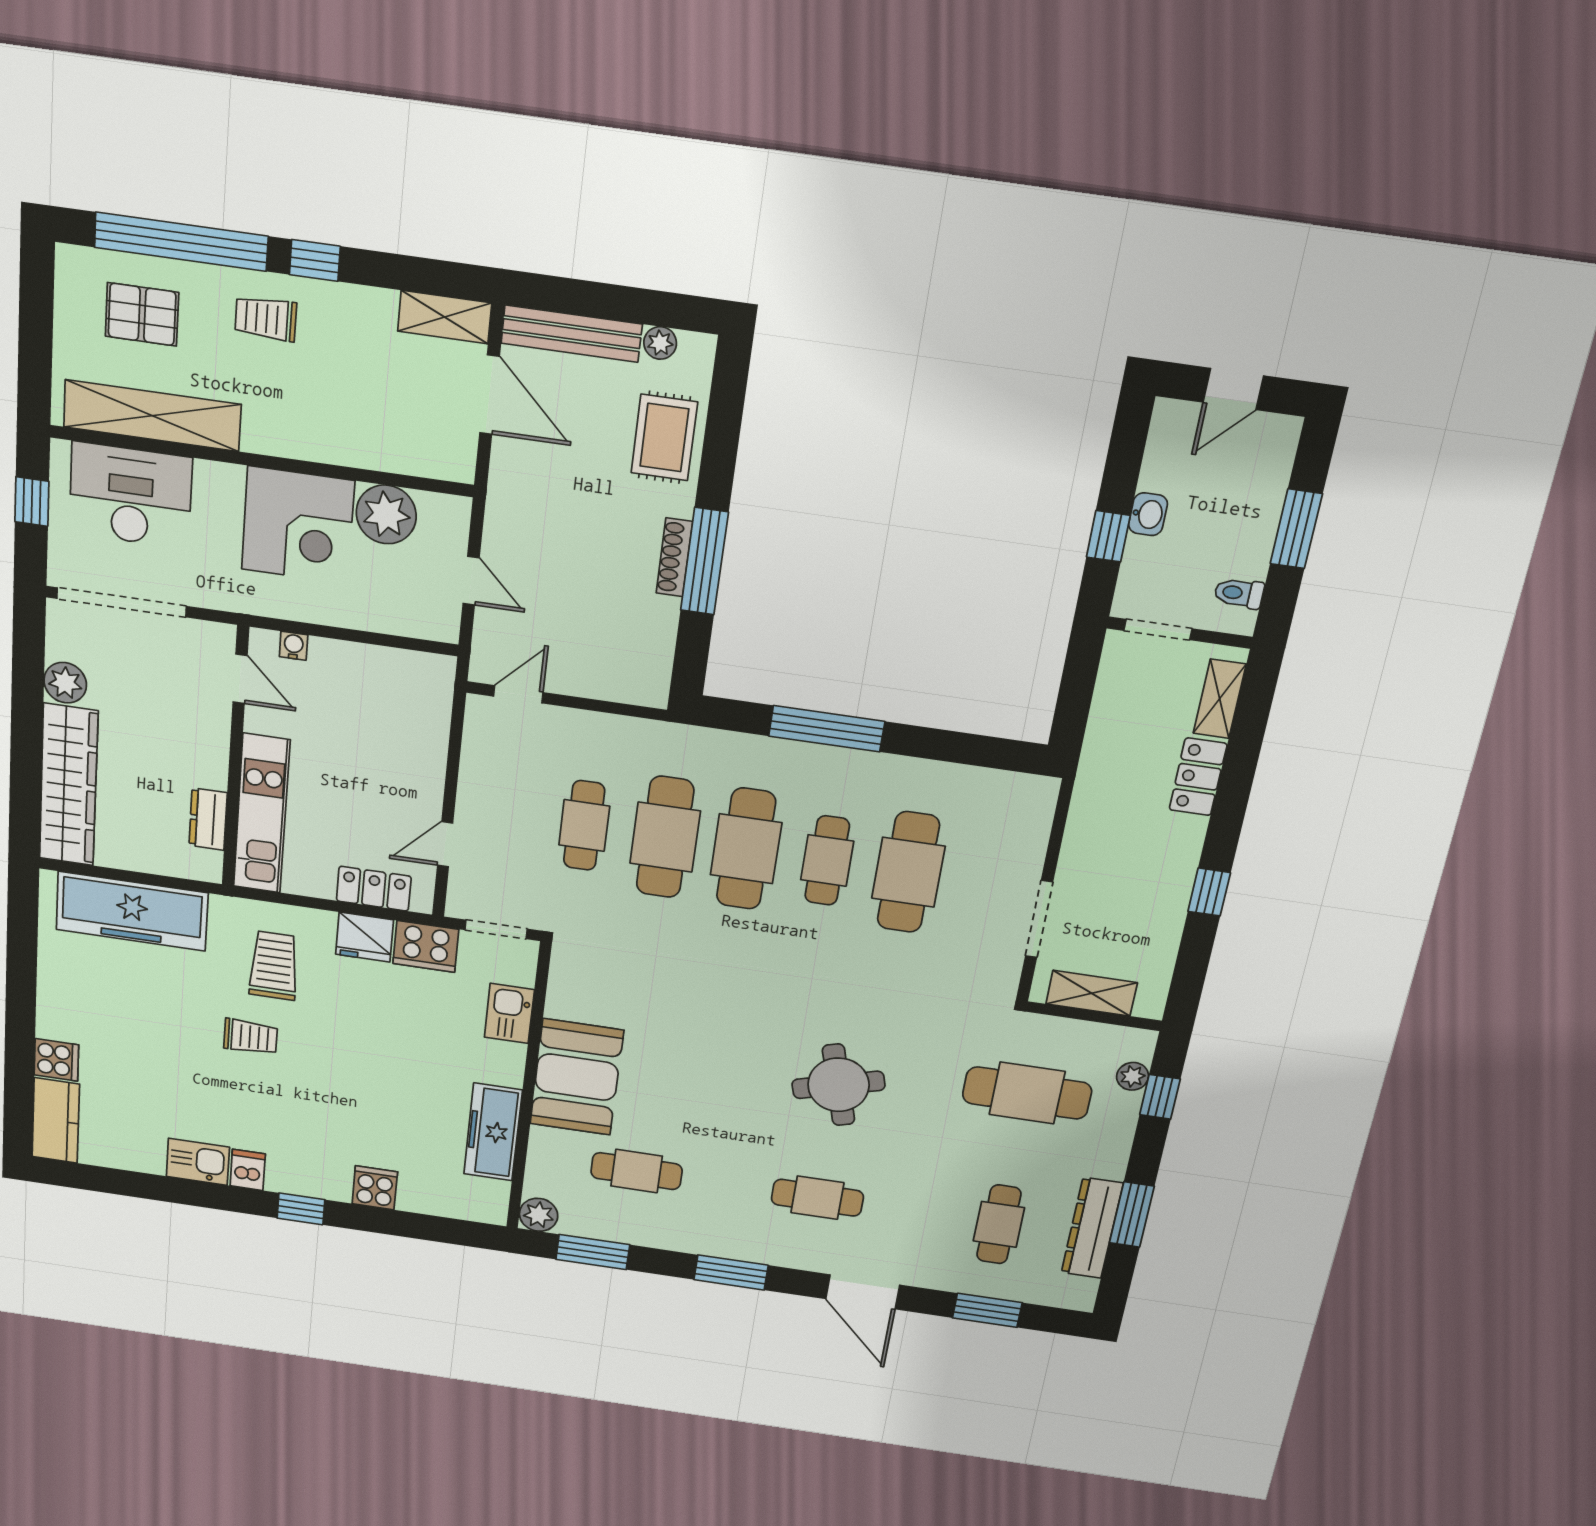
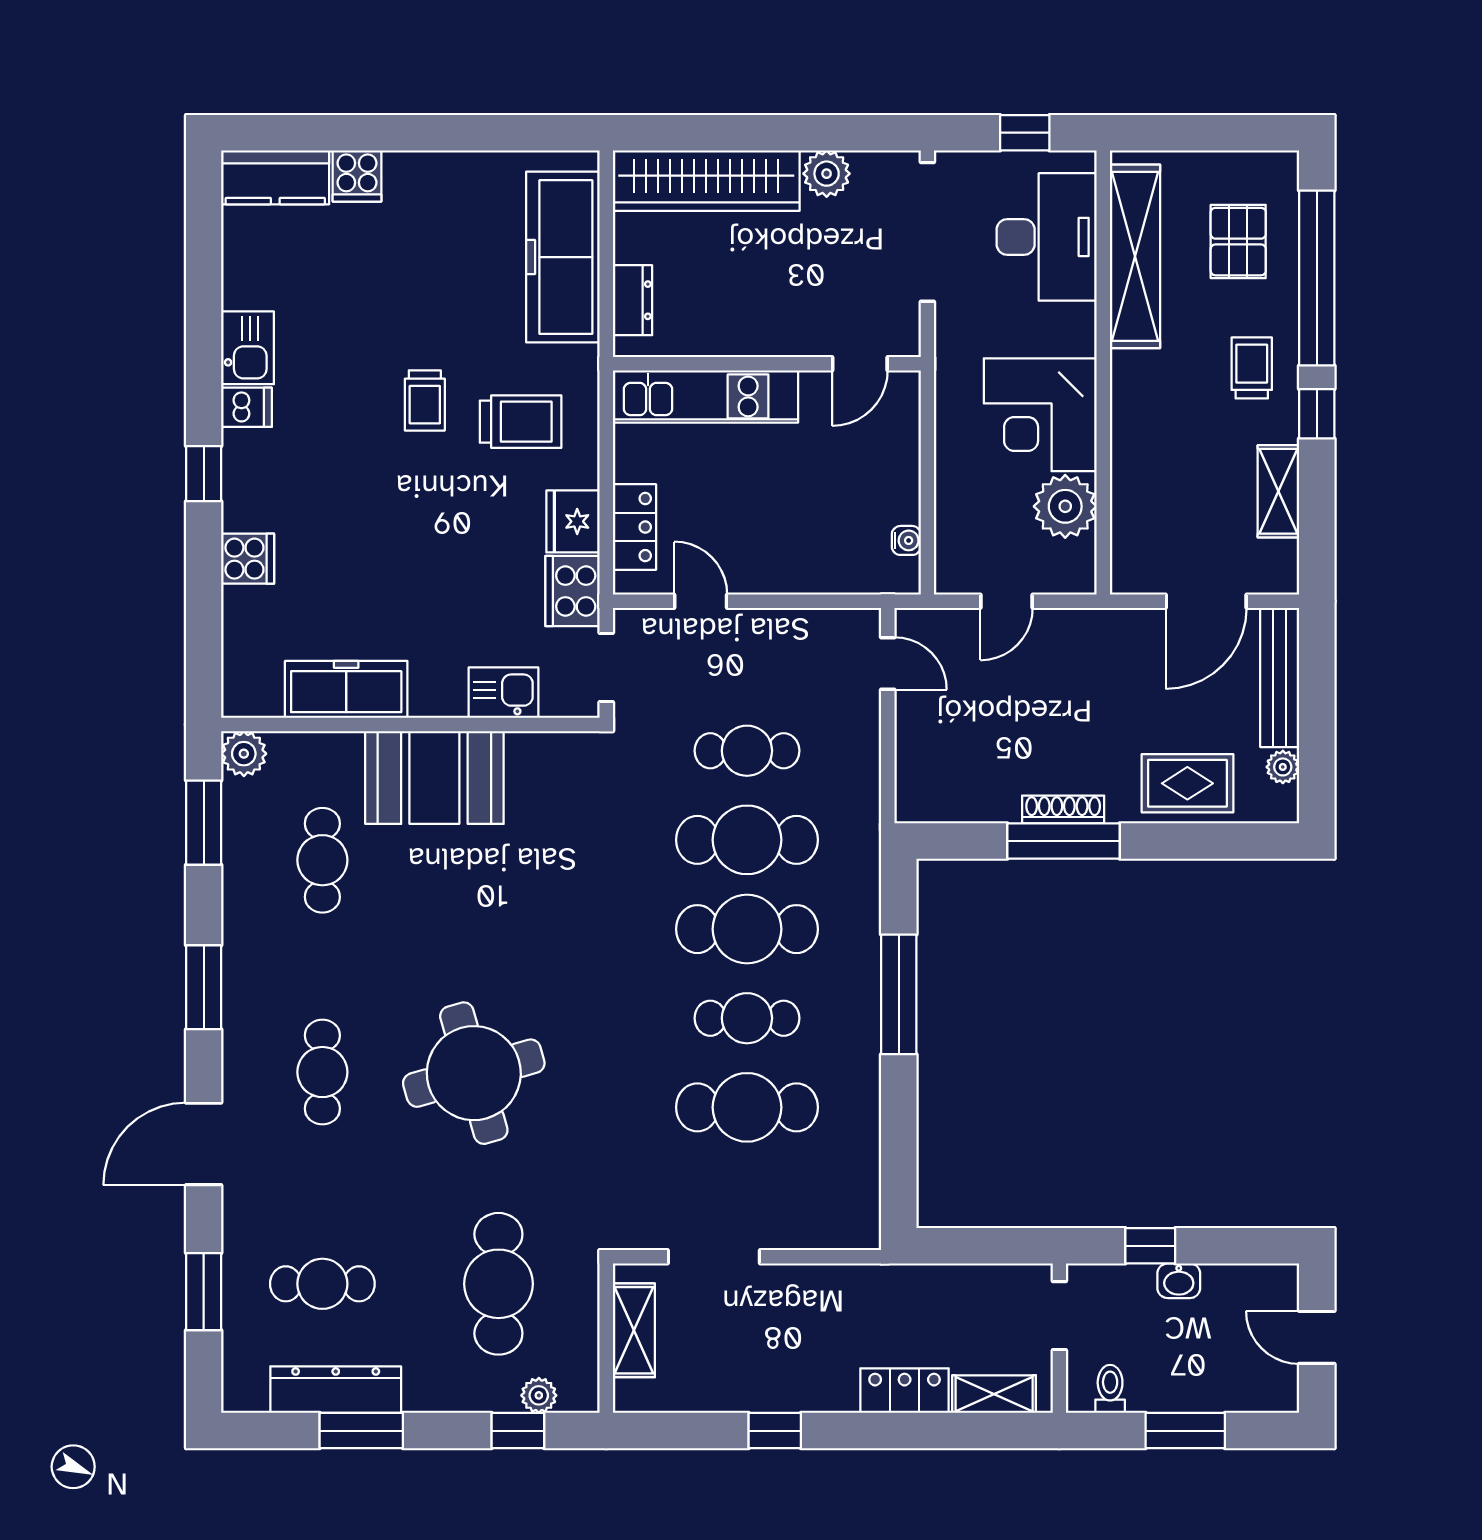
shelving: (445, 317) -> (1278, 491), moved
water cooler: (294, 646) -> (906, 540), moved
dresser: (208, 819) -> (632, 300), moved, turned 90
round table: (838, 1085) -> (474, 1073), width x1.36, depth x1.36

